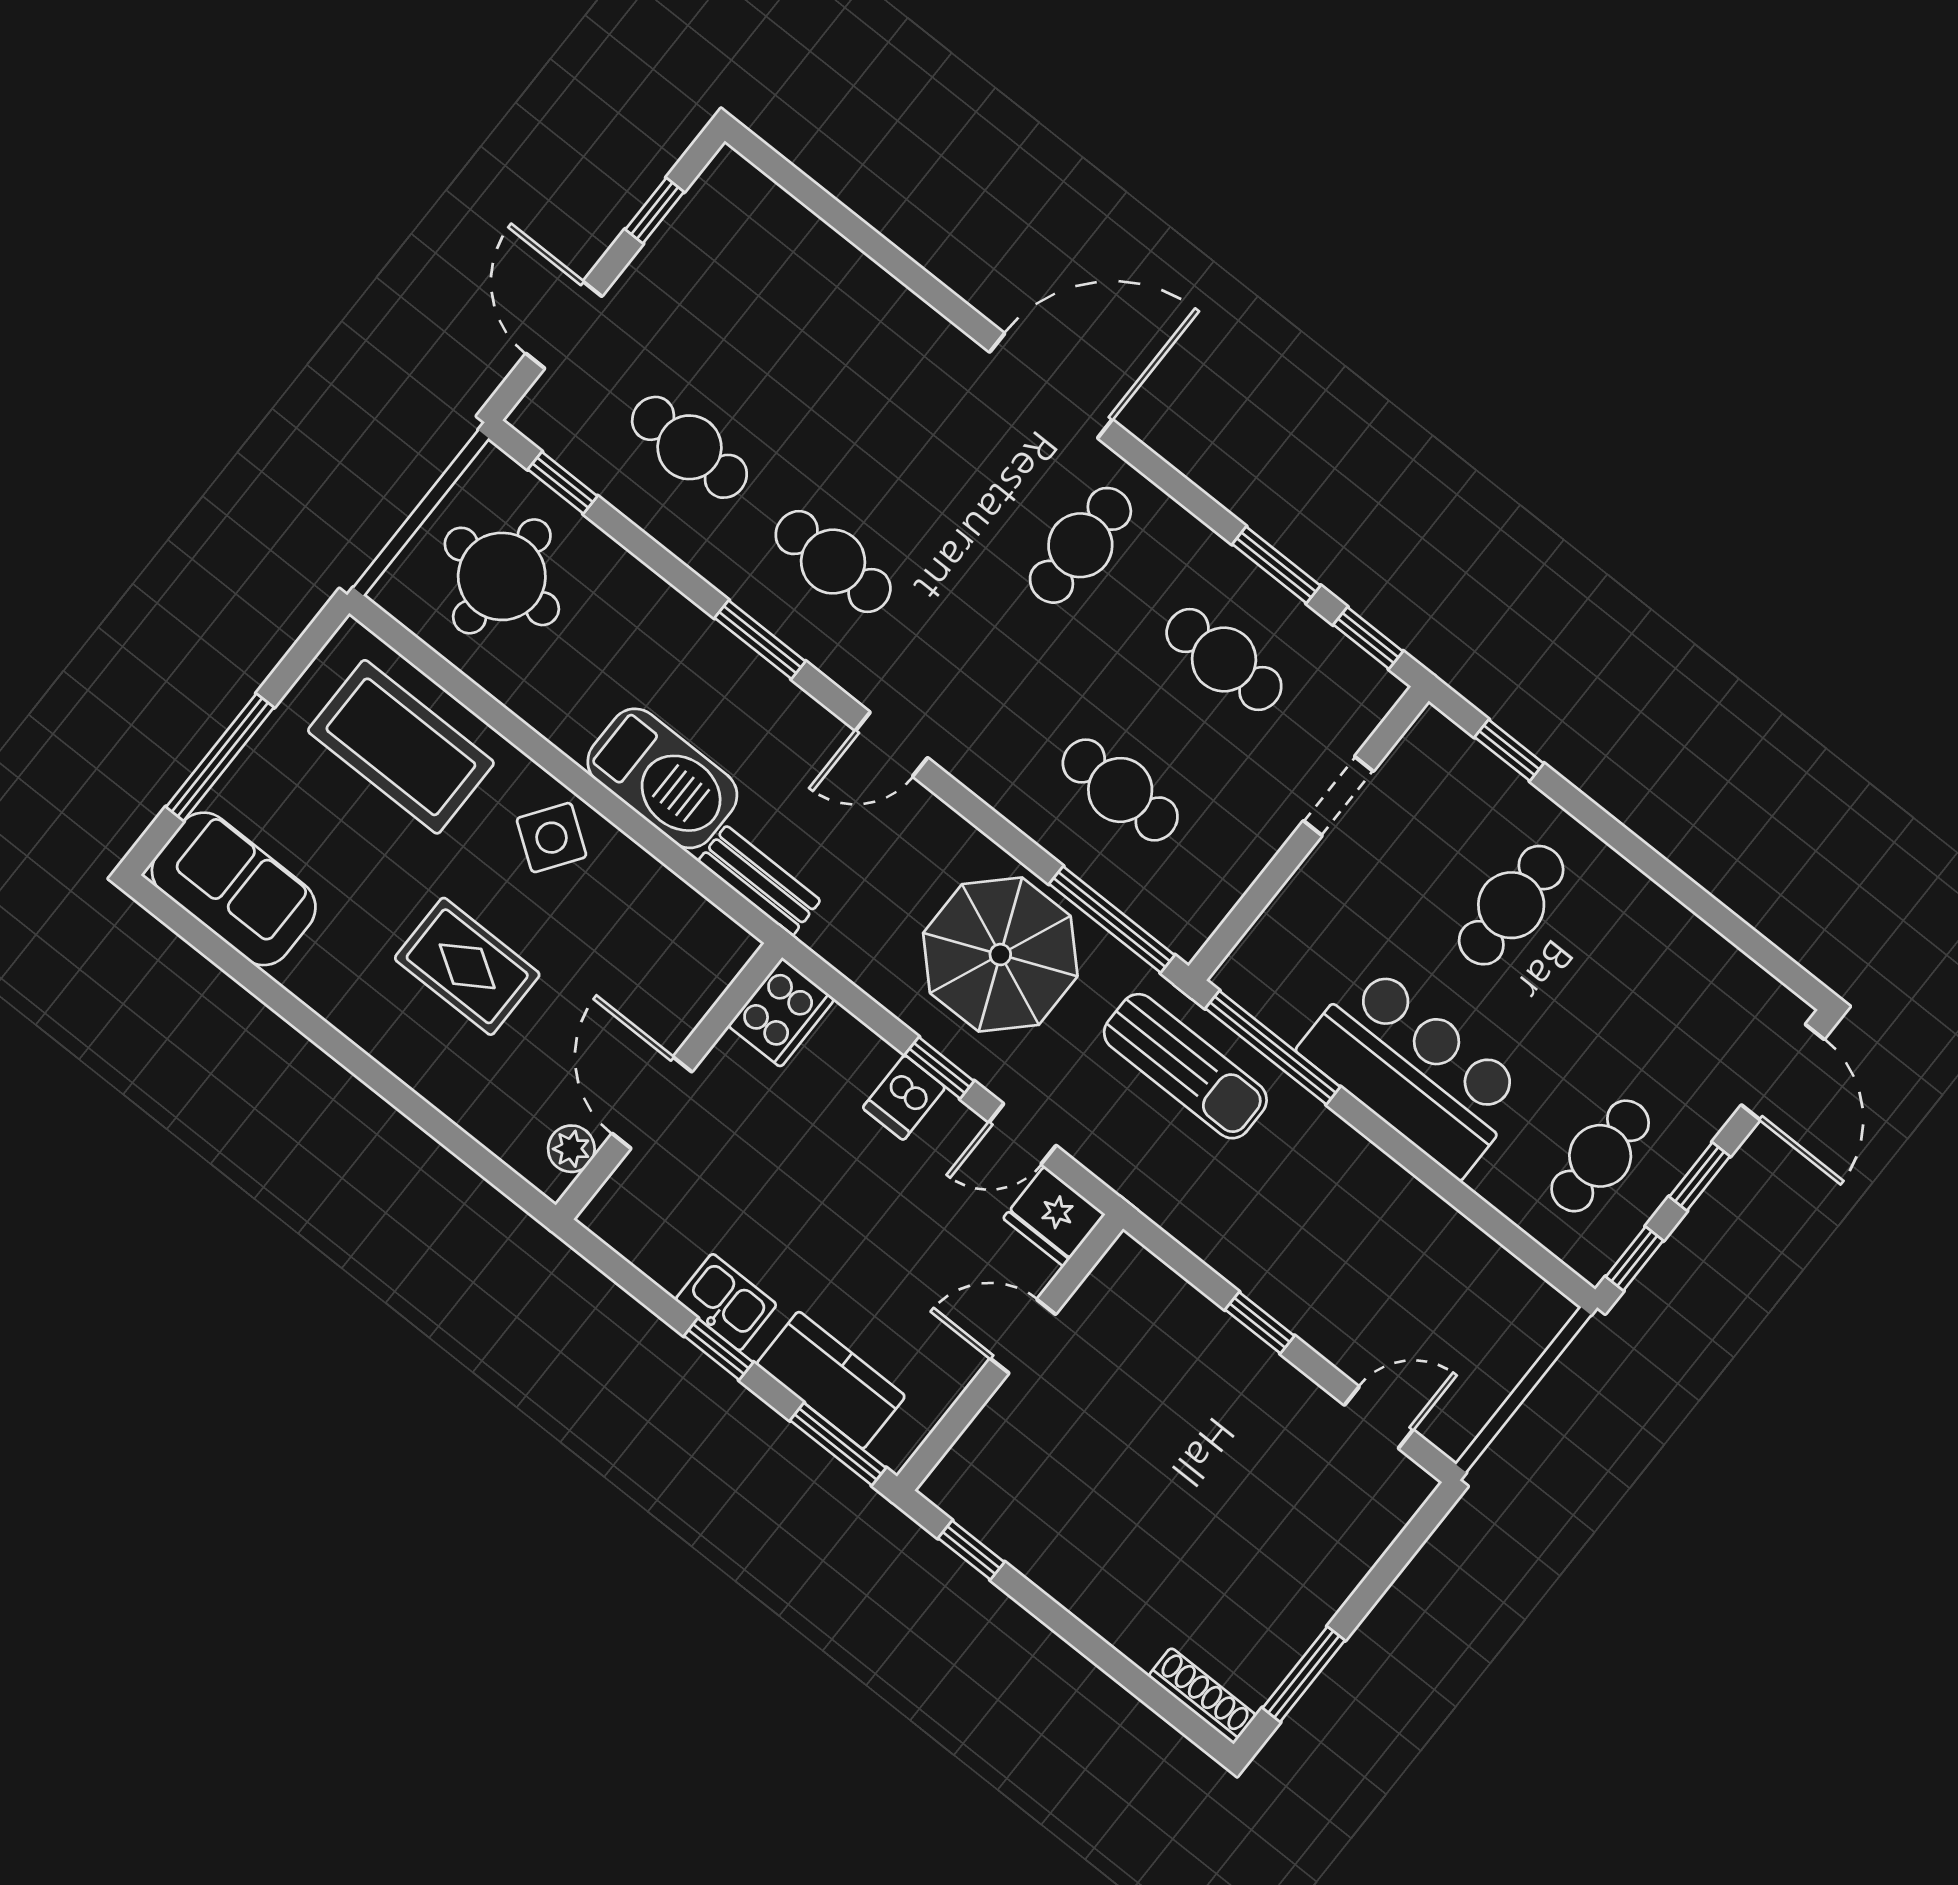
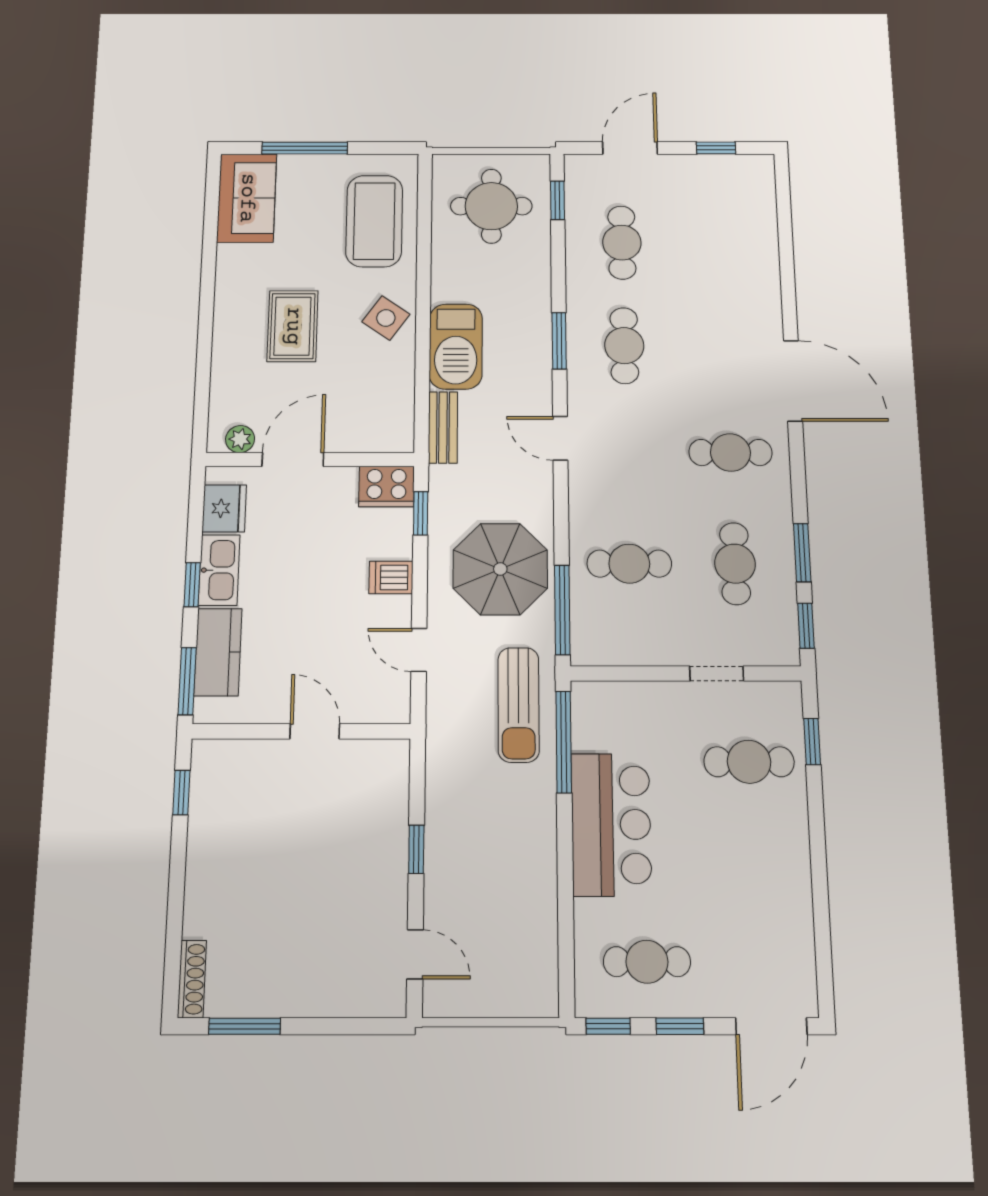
cafe table: (1120, 790) -> (629, 564), turned 90
cafe table: (1511, 905) -> (749, 762), moved
window: (939, 1068) -> (421, 513), moved
fridge: (1054, 1216) -> (224, 508), moved, turned 180
kitchen sink: (726, 1302) -> (219, 570), width x1.38

